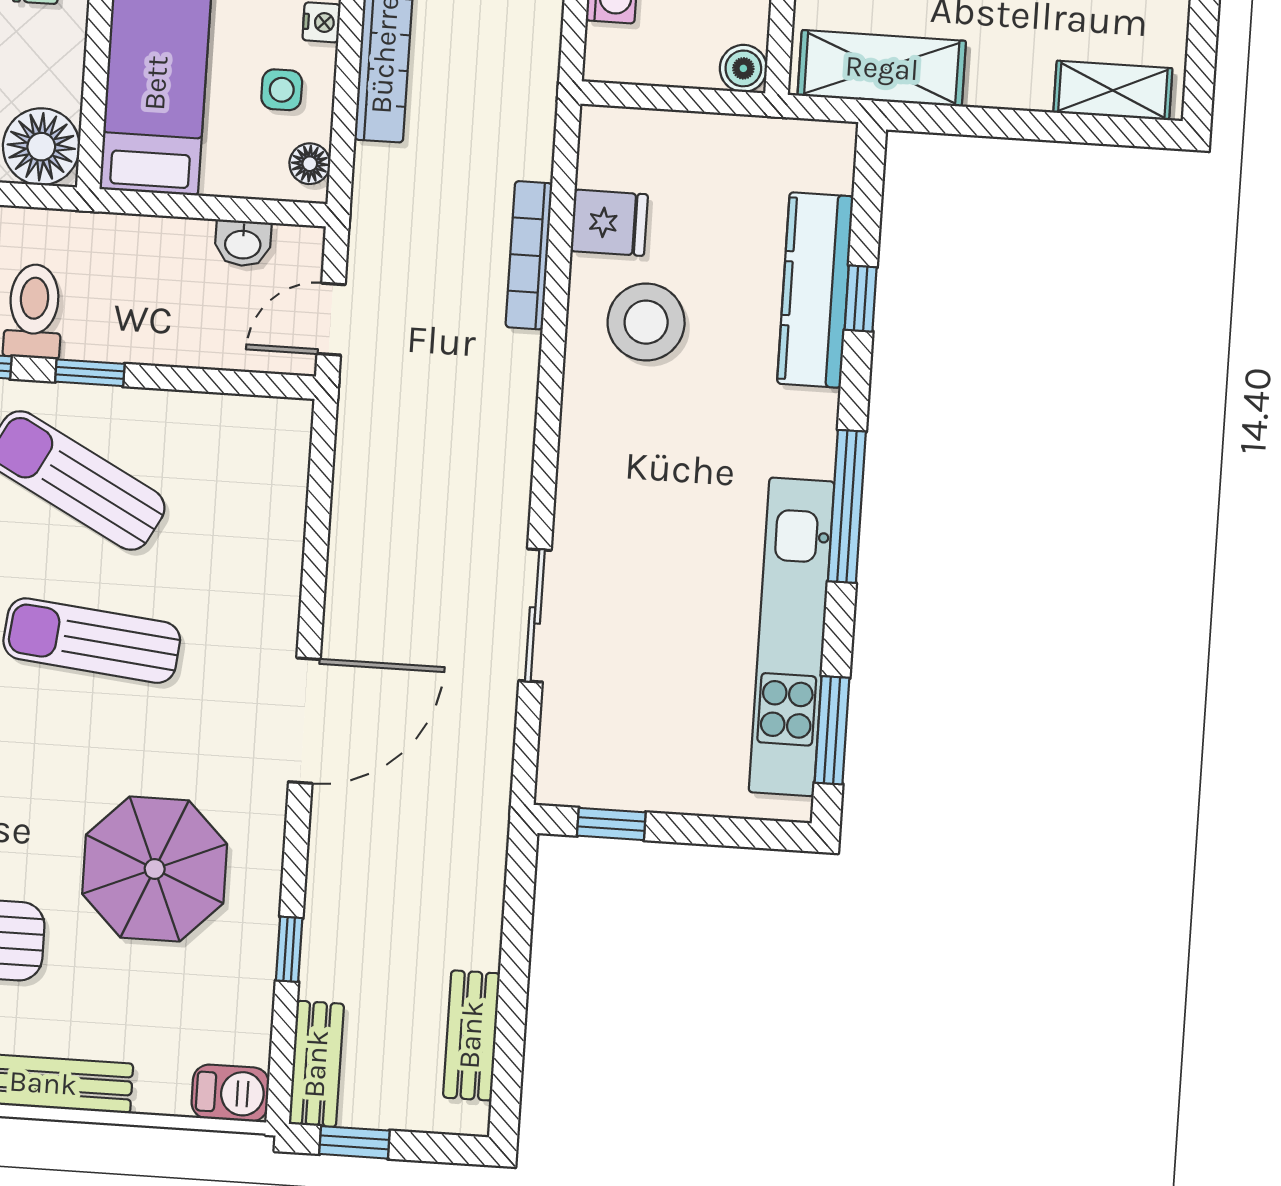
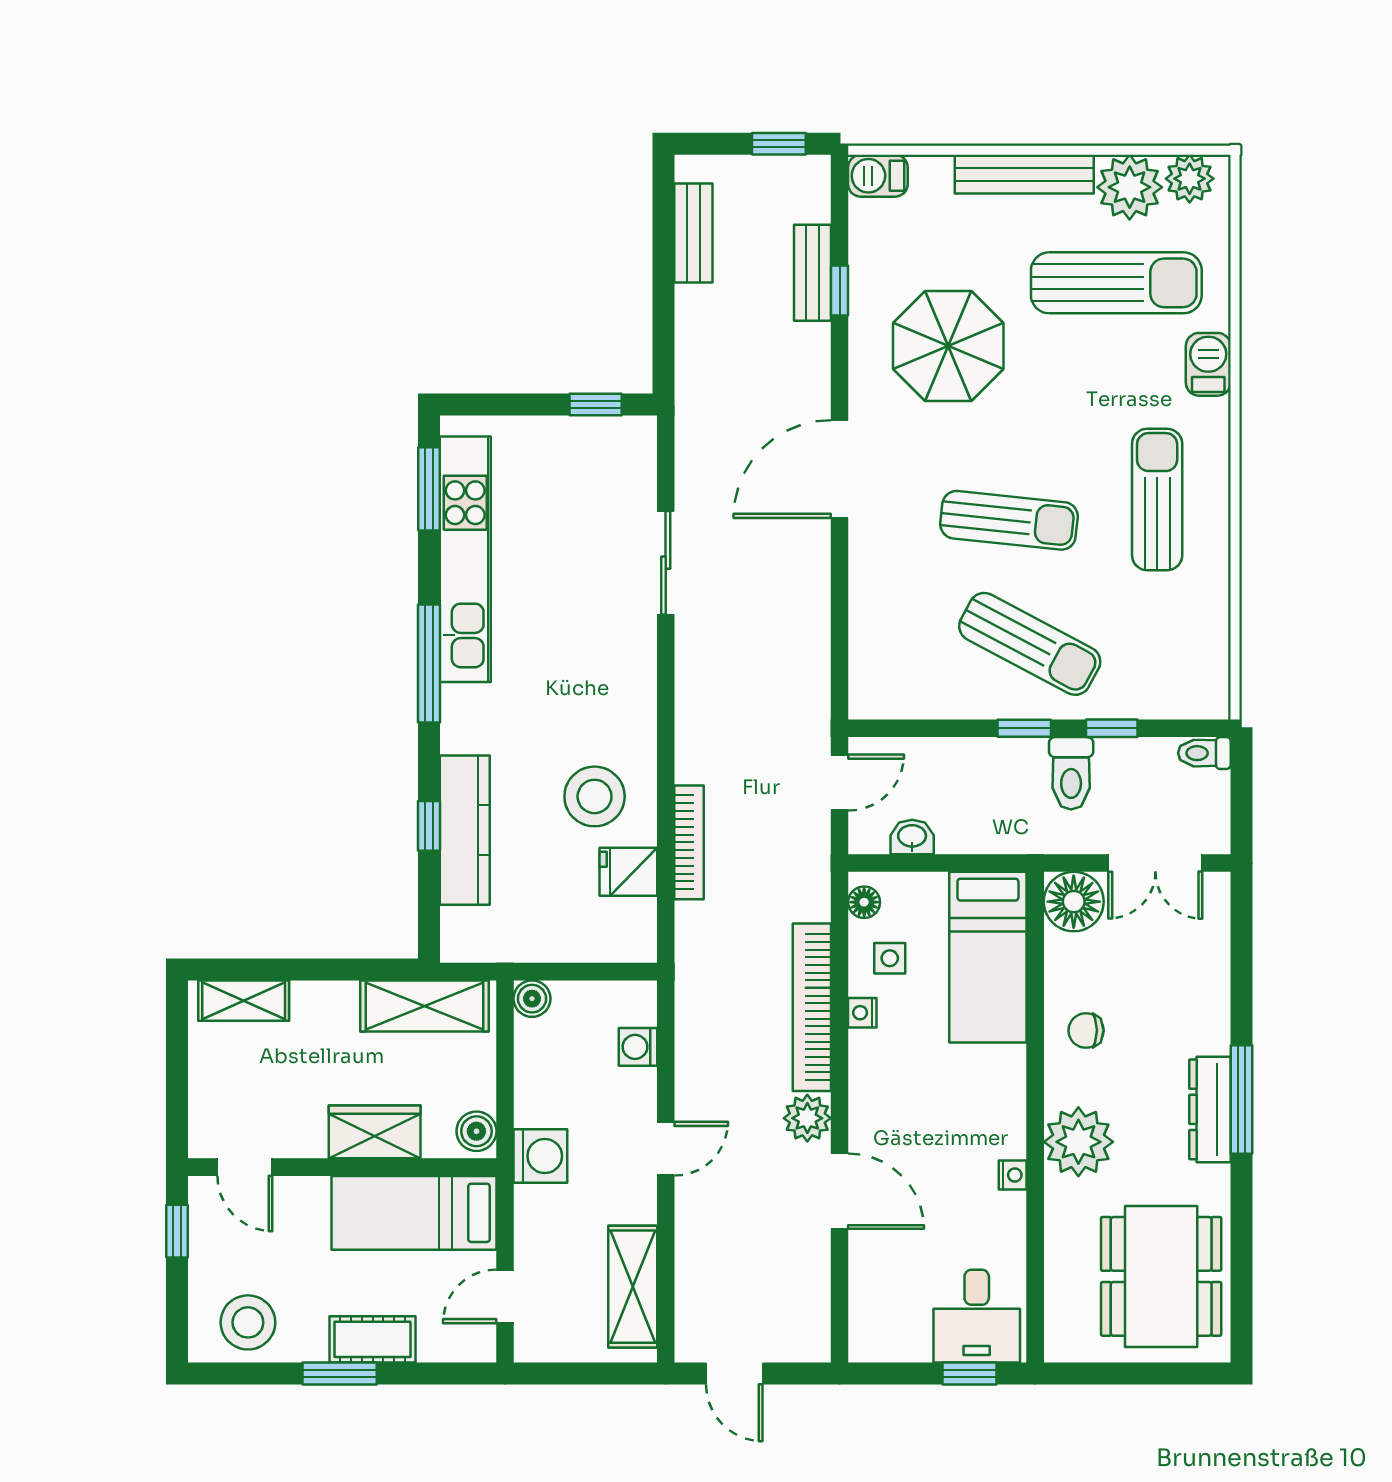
bench: (316, 1064) -> (812, 273), moved

